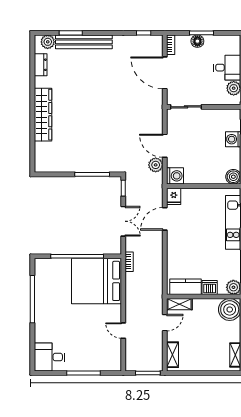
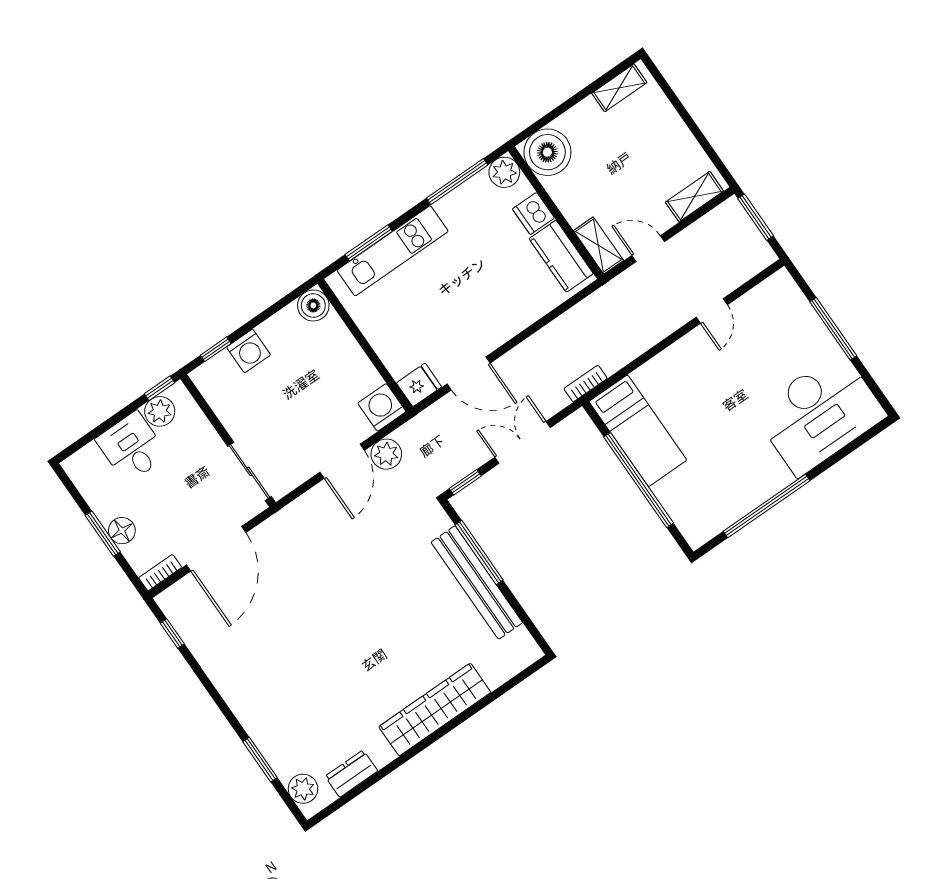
bench: (84, 42) -> (477, 582), moved
bed: (97, 281) -> (638, 431), width x0.49
desk: (50, 357) -> (819, 414), width x1.87, depth x1.30

